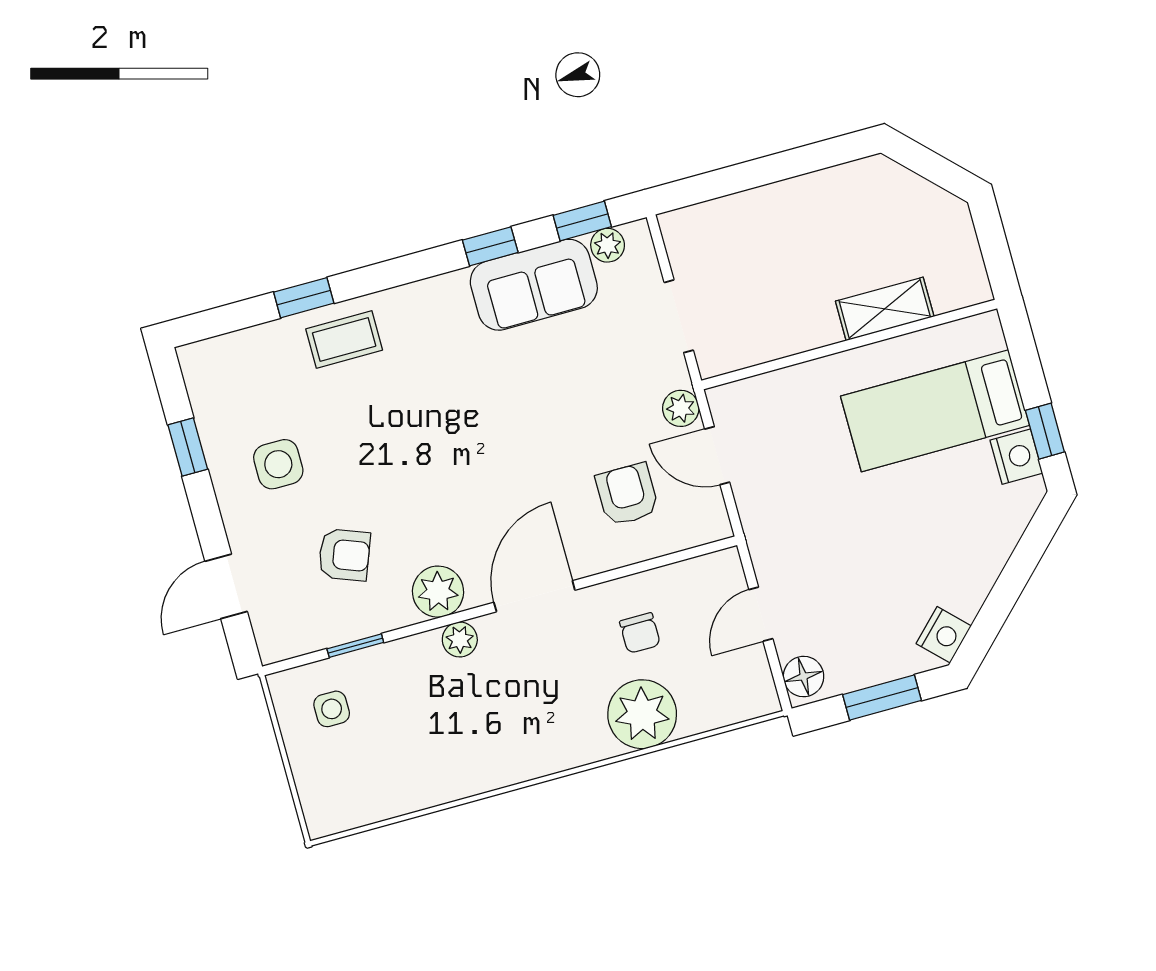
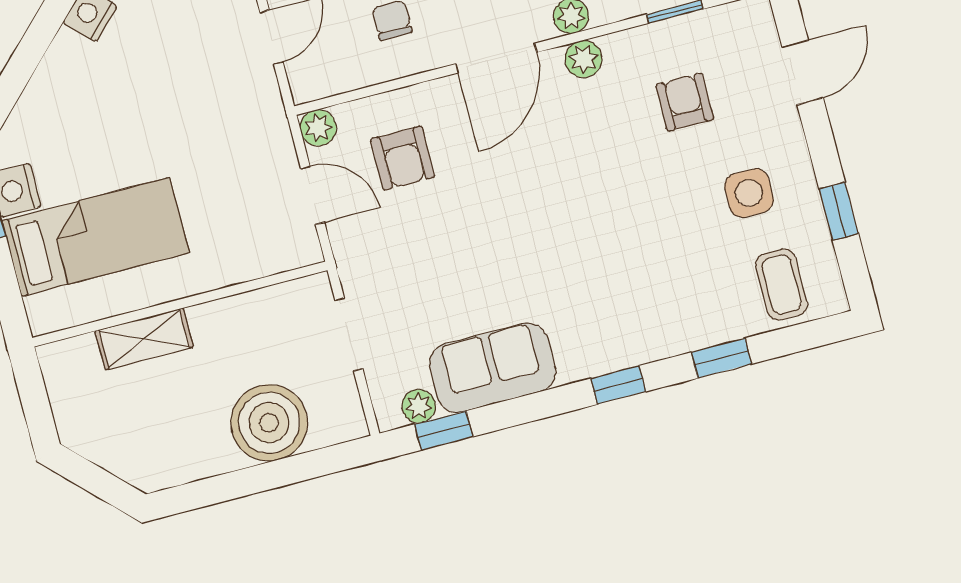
boiler: (758, 226) -> (269, 423), added
window: (490, 246) -> (618, 385), moved
coffee table: (344, 339) -> (782, 285), moved, turned 90
plant: (681, 408) -> (318, 128), moved
armchair: (344, 555) -> (685, 102), turned 69
plant: (438, 592) -> (584, 59), width x0.73, depth x0.73

